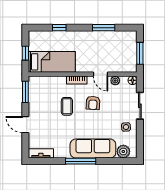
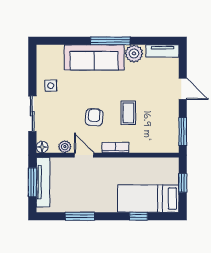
tv unit: (132, 53) -> (43, 182), added
bed: (52, 62) -> (148, 199), moved
plant: (123, 152) -> (134, 53), moved

